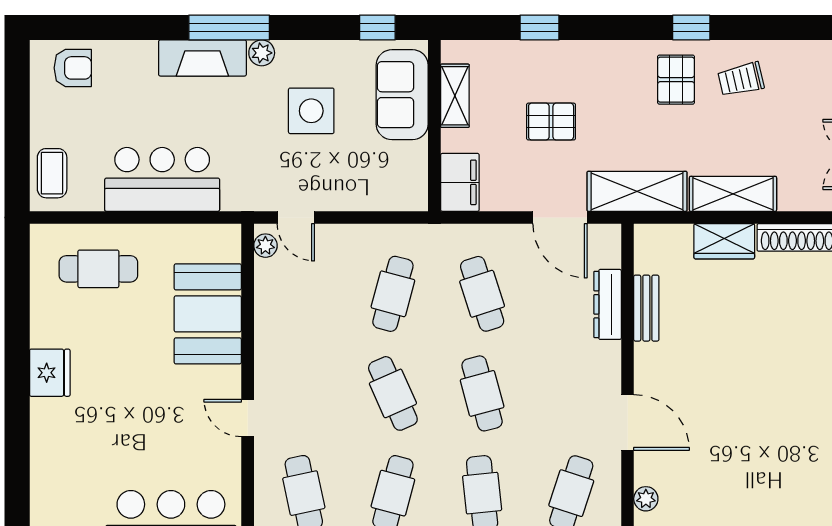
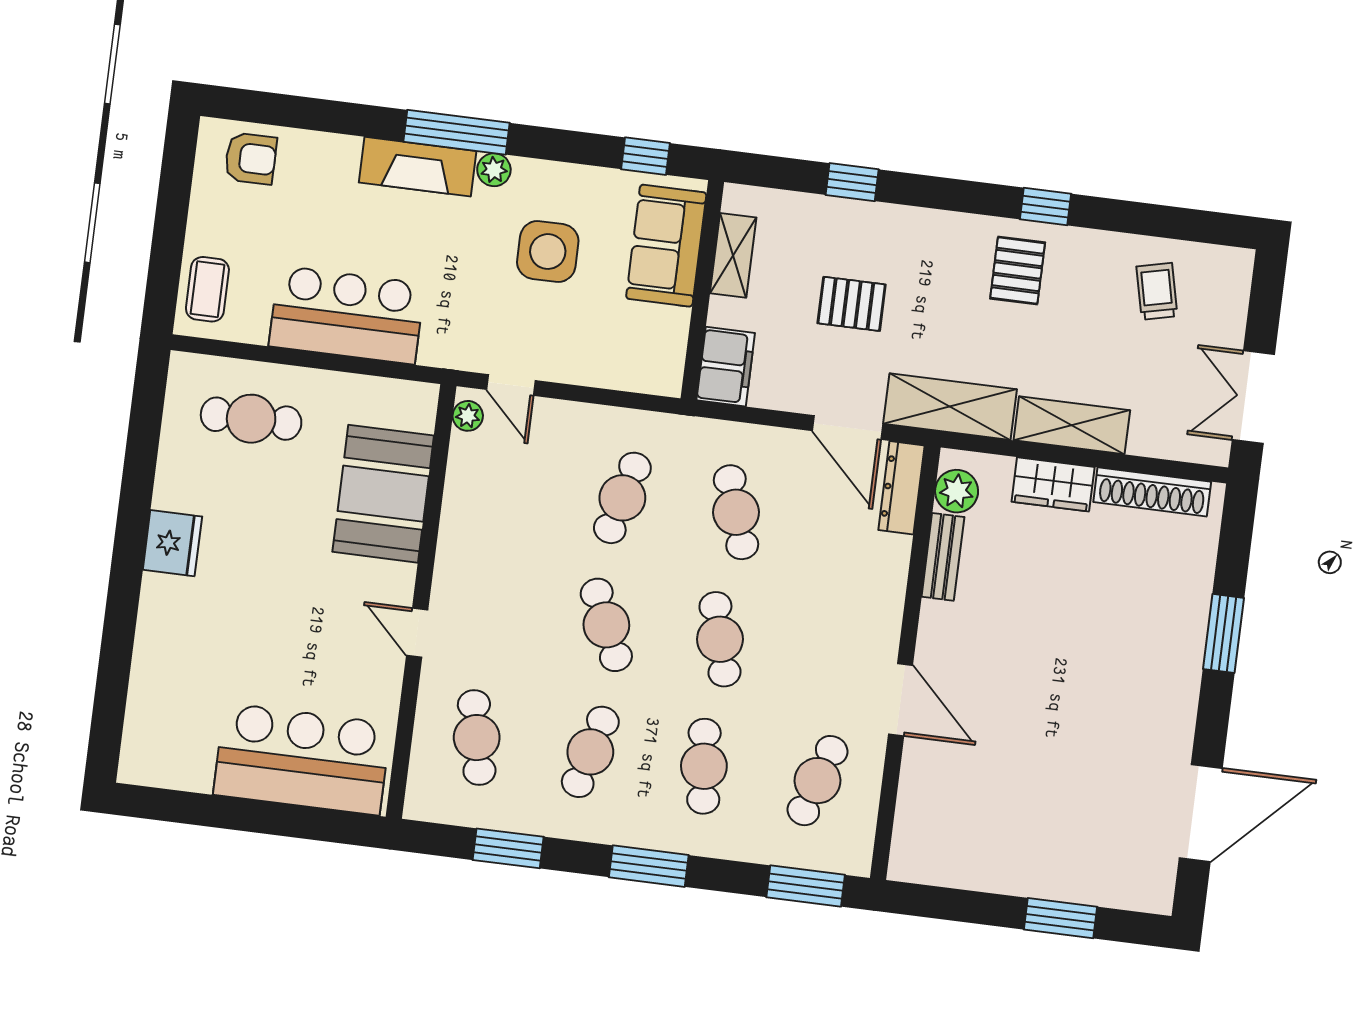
trolley: (741, 79) -> (1157, 291), moved, turned 90
dresser: (608, 304) -> (902, 488), moved
plant: (646, 499) -> (957, 491), moved, width x1.38, depth x1.38

